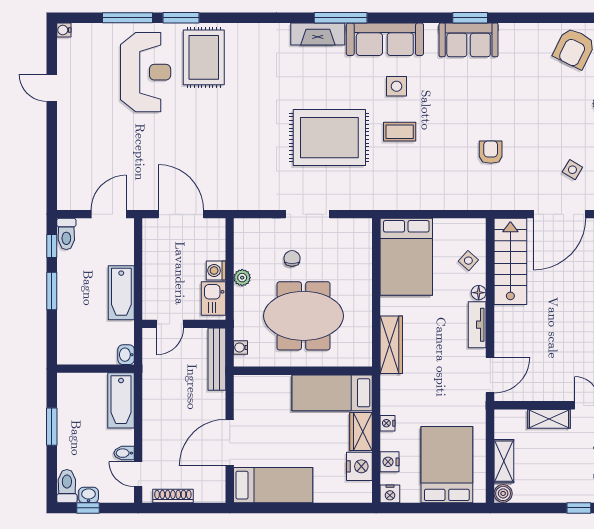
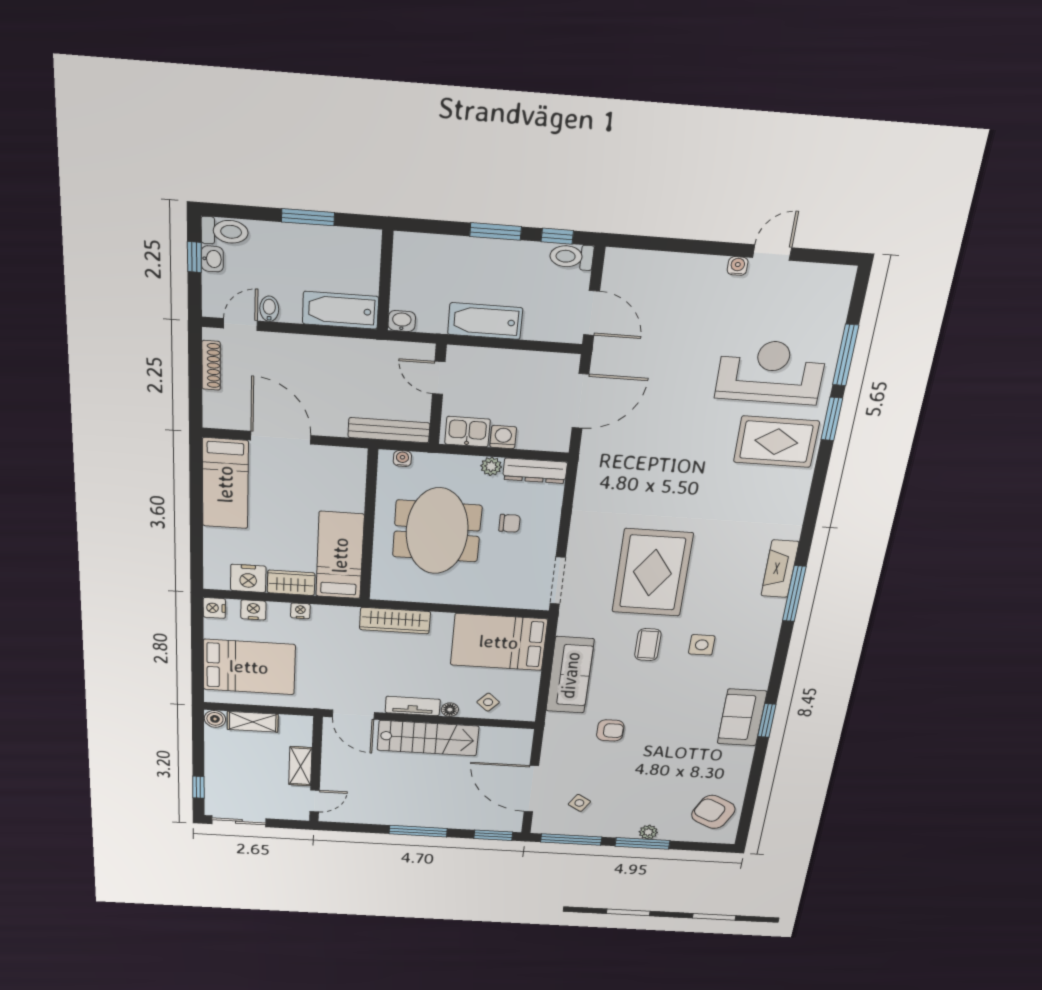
water cooler: (64, 30) -> (738, 266), moved
sofa: (385, 39) -> (570, 675), moved, turned 180
reception desk: (146, 72) -> (771, 372), turned 180
doorway: (307, 214) -> (558, 581), moved
dresser: (243, 243) -> (535, 471), added
stairs: (510, 261) -> (428, 738), moved

